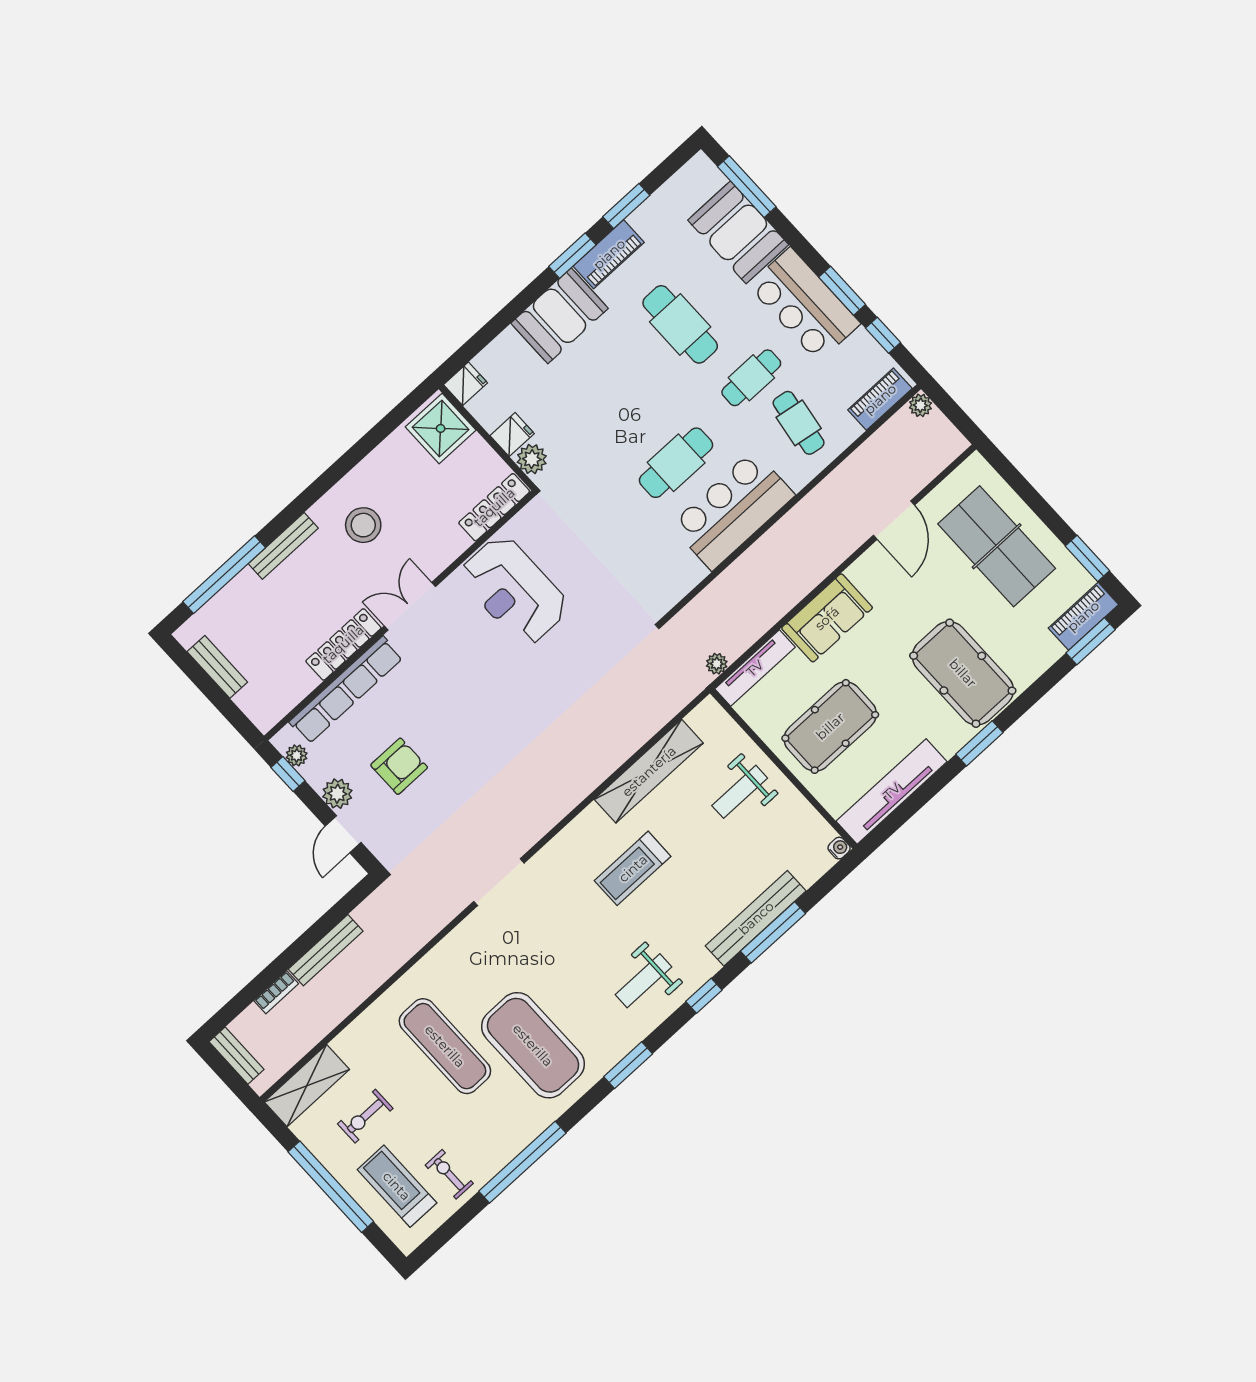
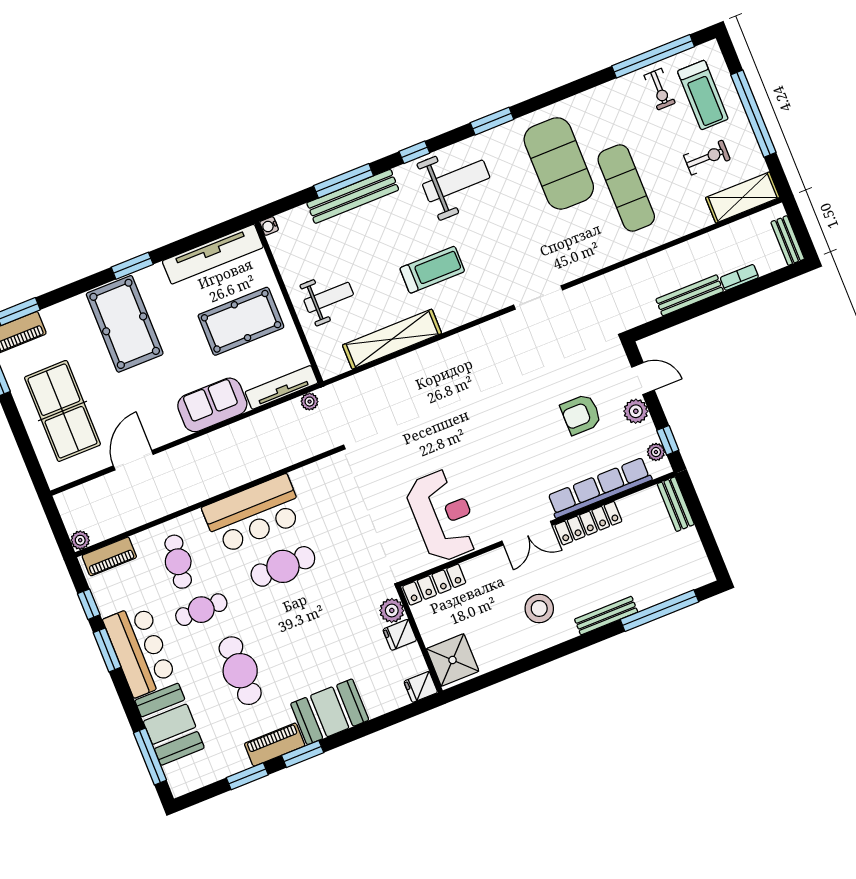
bench: (217, 667) -> (676, 504), moved
door: (343, 834) -> (643, 379), hinge flipped
weight bench: (644, 981) -> (456, 181), width x1.36, depth x1.33
window: (522, 1162) -> (653, 56), moved

